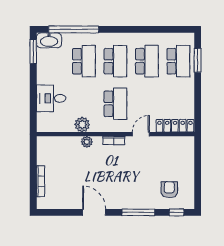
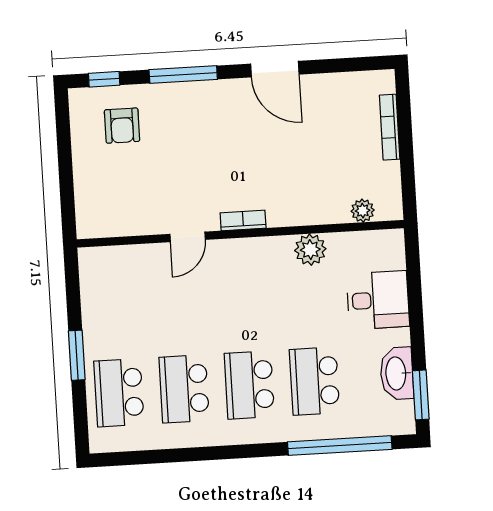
washbasin: (49, 40) -> (397, 373), moved, turned -90
window: (198, 60) -> (77, 355), moved
school desk: (115, 104) -> (244, 297), removed
locker: (175, 126) -> (118, 258), removed
plant: (87, 142) -> (363, 211), moved

